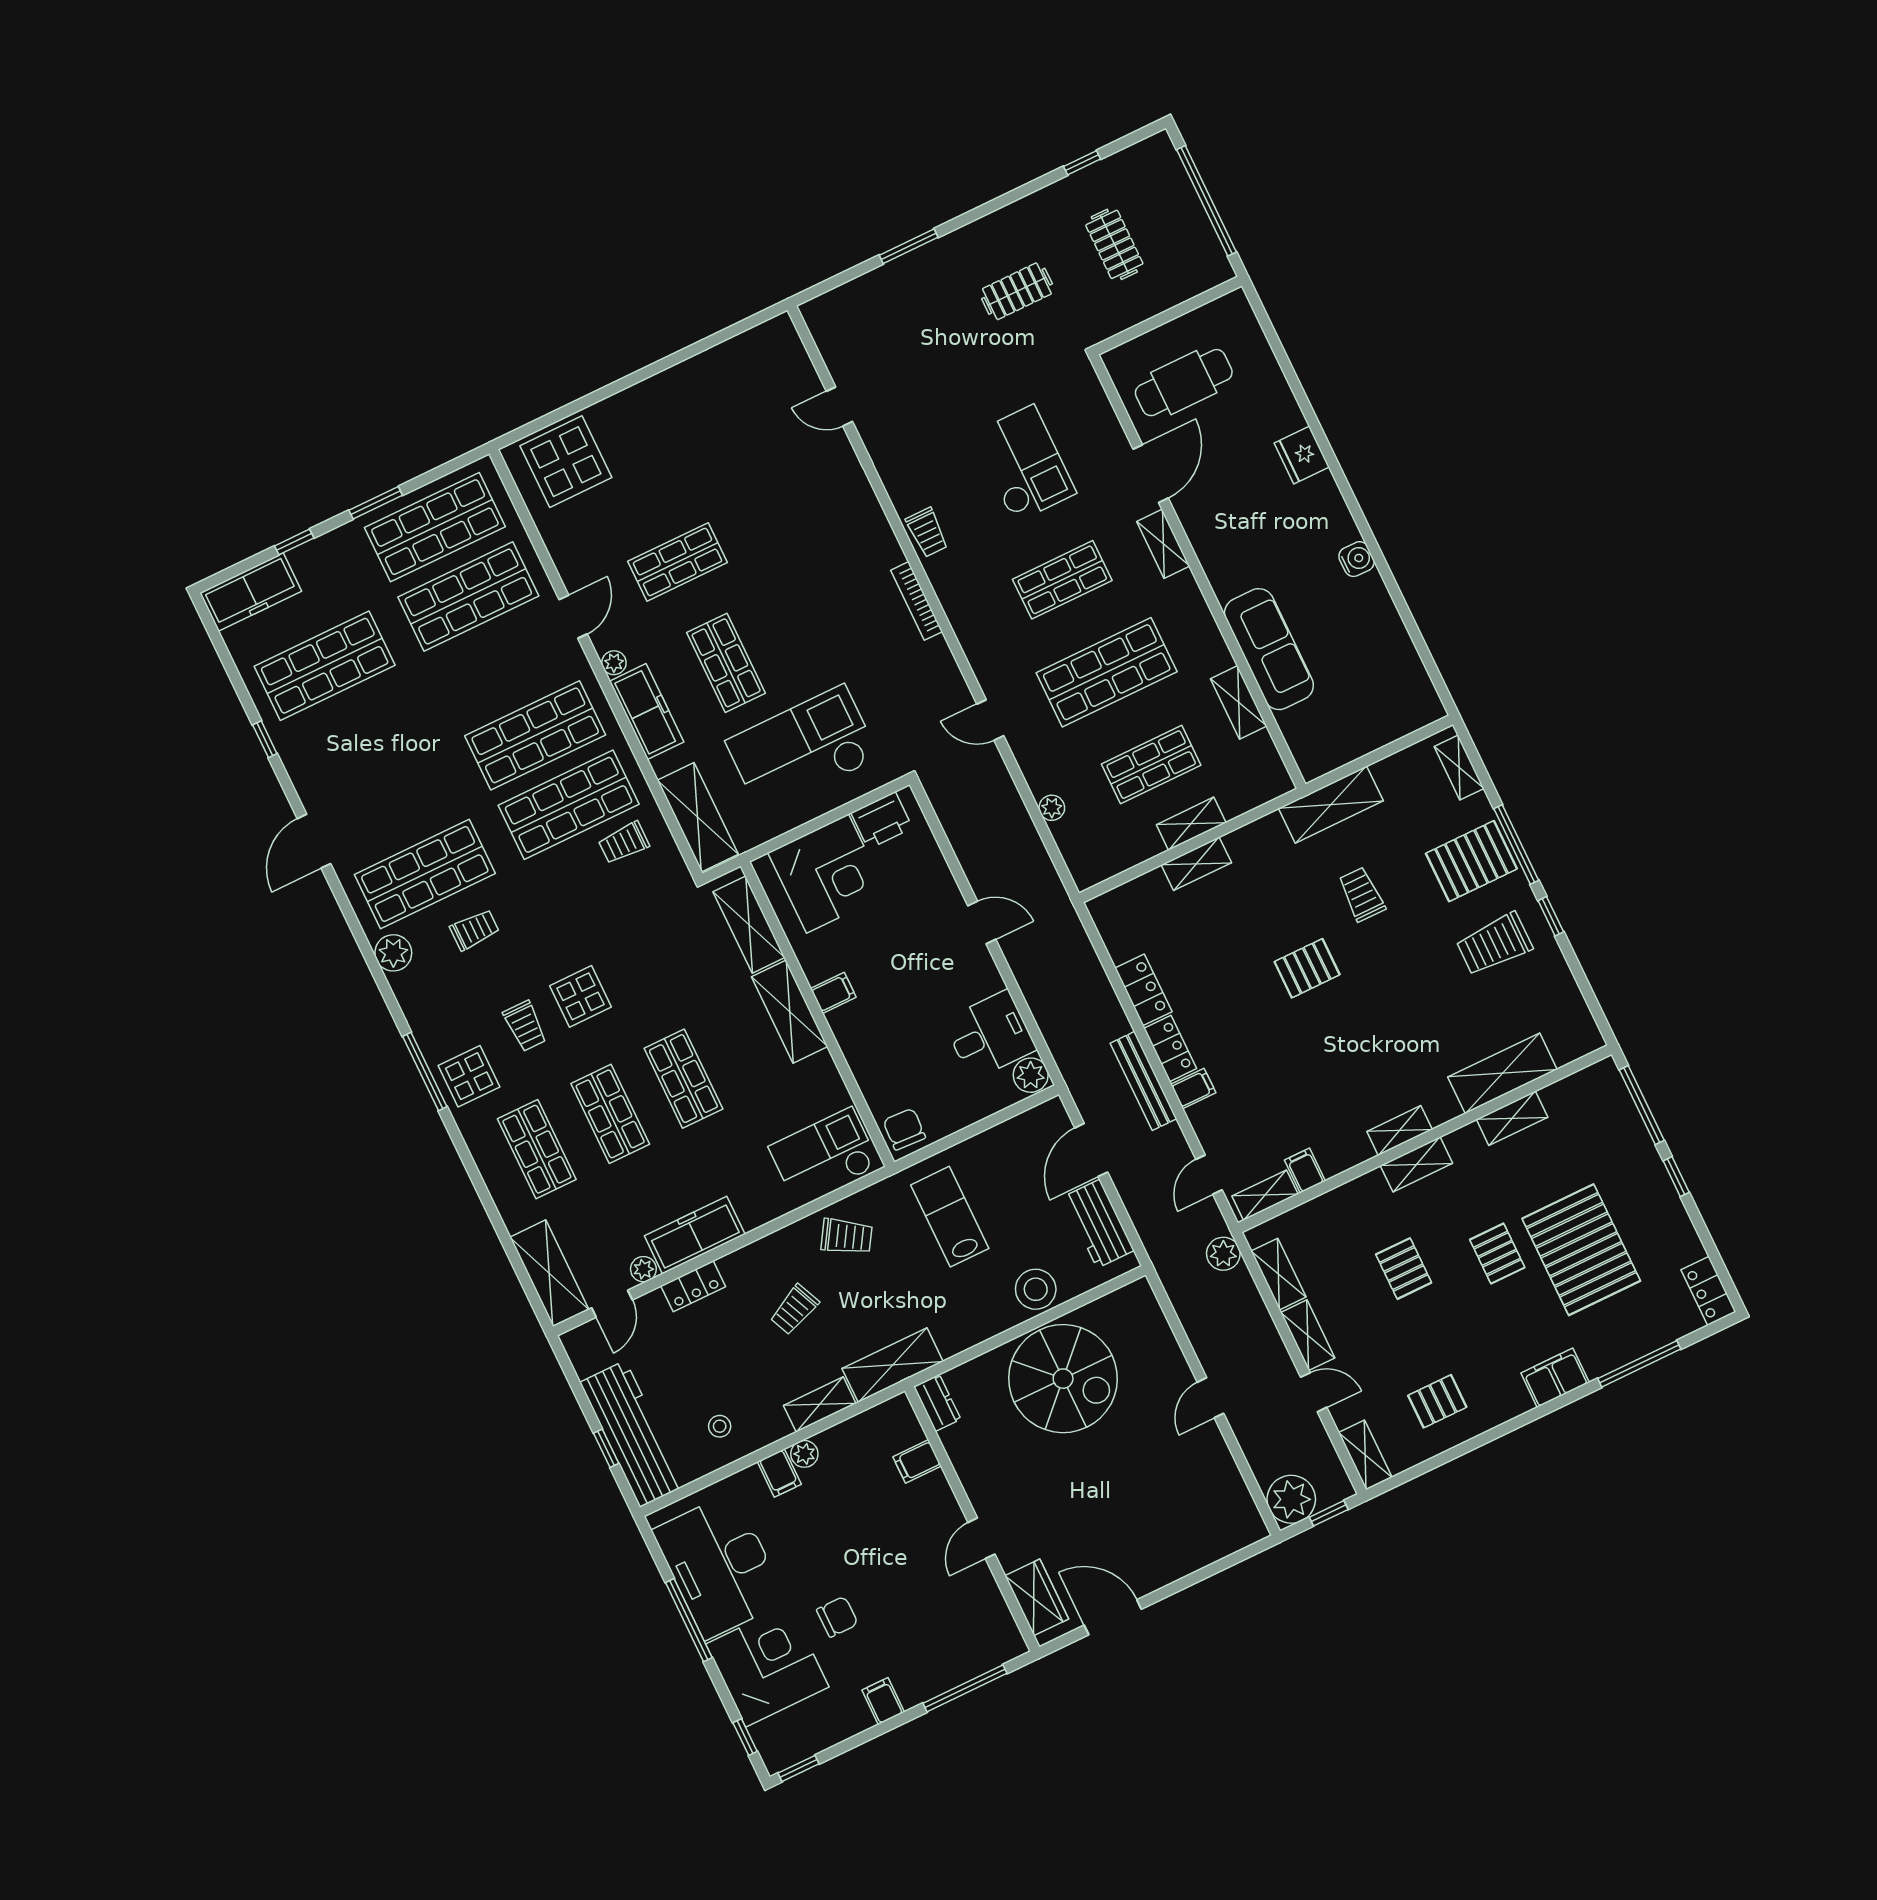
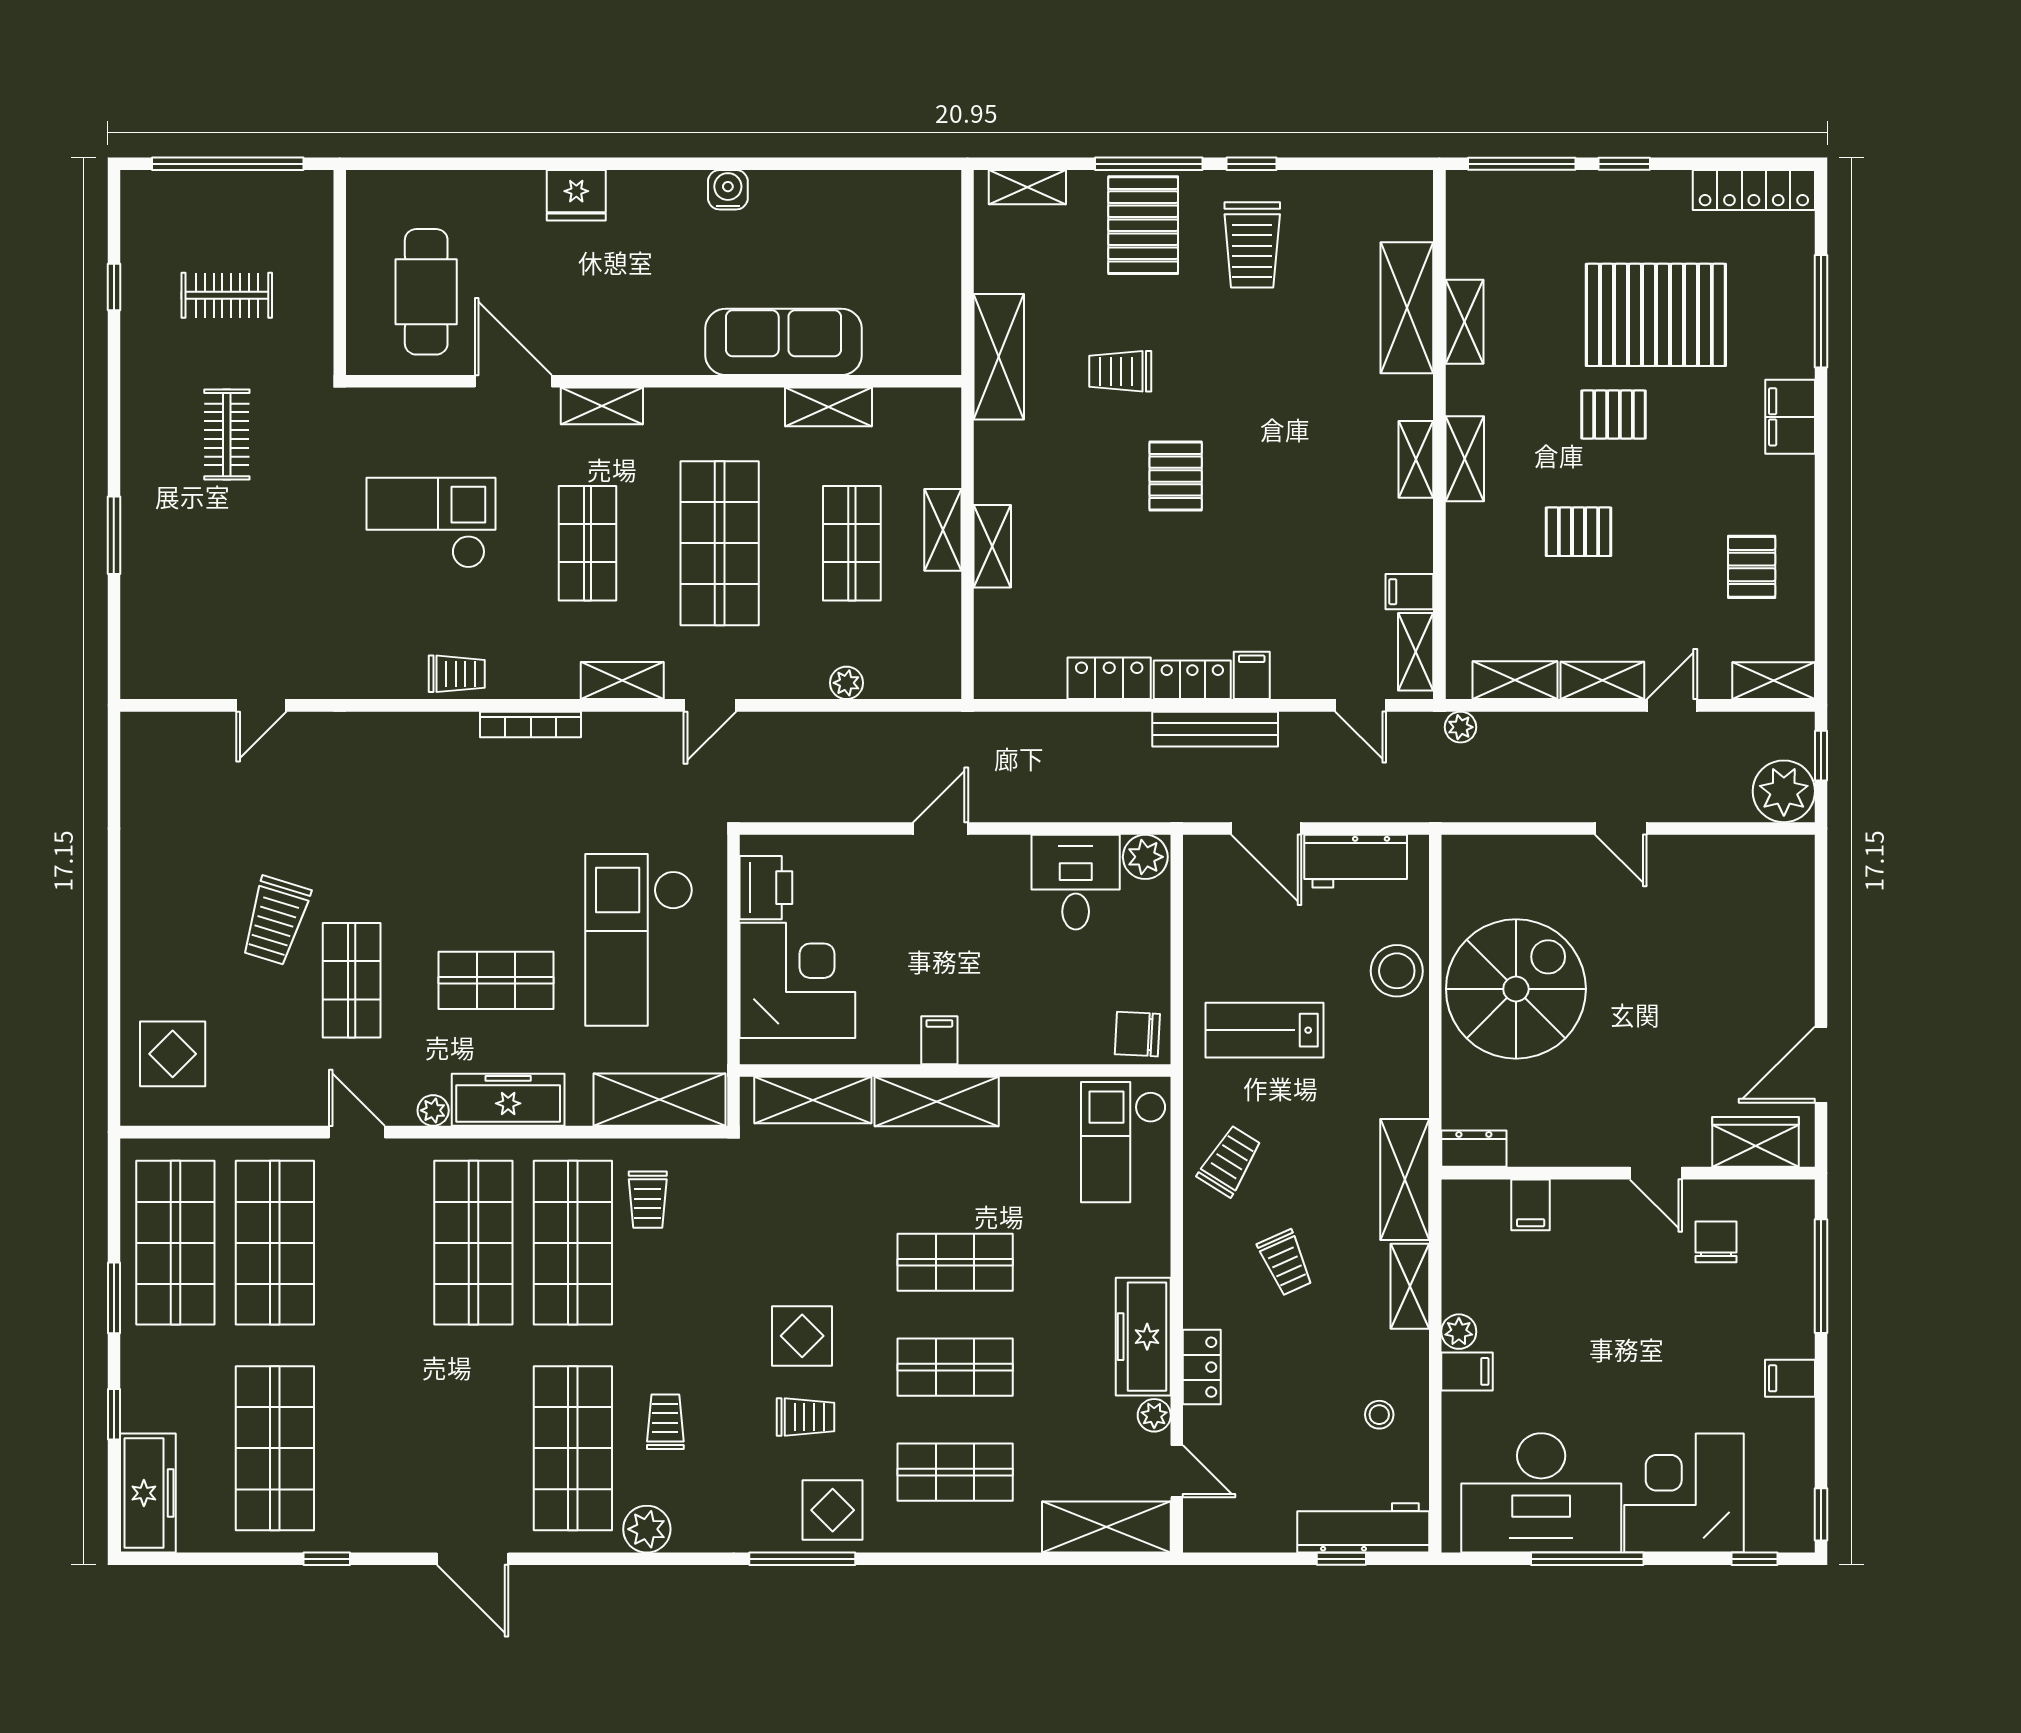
display table: (566, 462) -> (173, 1054), width x0.73, depth x0.73
trolley: (694, 489) -> (276, 921), added
shelving: (978, 650) -> (622, 681), added
plant: (1223, 1254) -> (1460, 727), width x0.73, depth x0.73
locker: (1708, 1291) -> (1754, 190), width x1.53
workbench: (633, 1434) -> (1363, 1528), width x0.73, depth x0.76
chair: (837, 1617) -> (1716, 1242), moved

